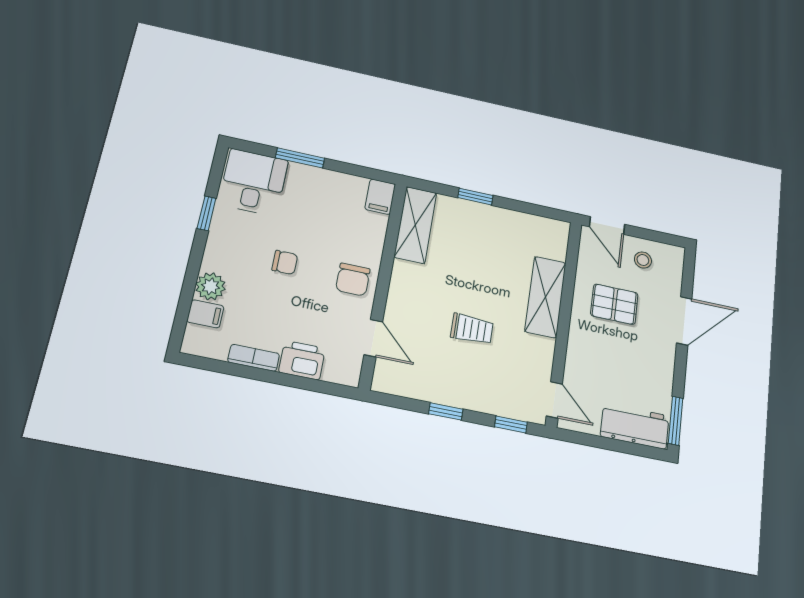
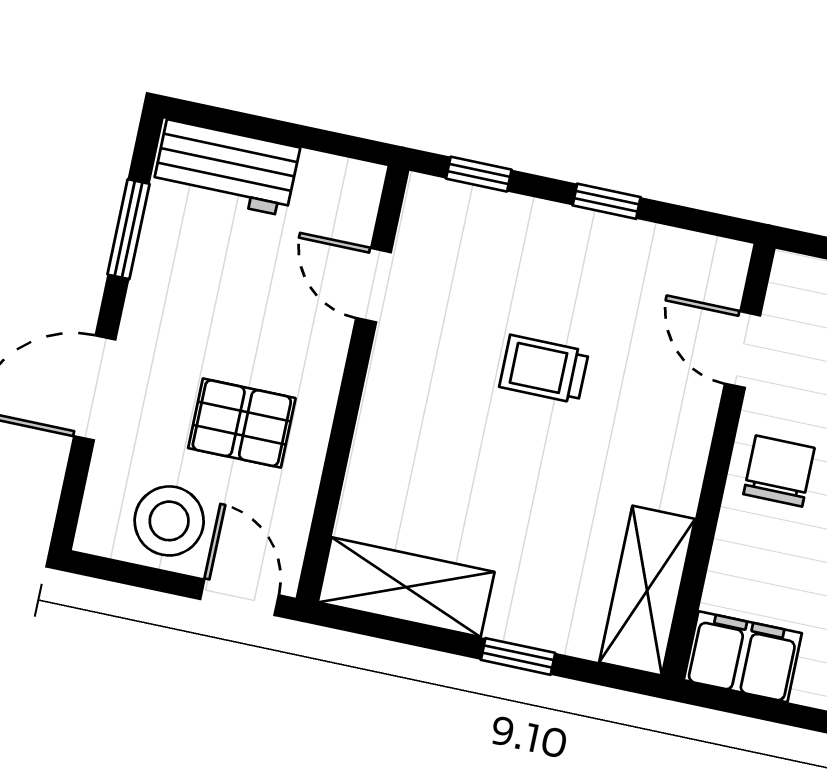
filing cabinet: (380, 197) -> (743, 657), width x2.00
stool: (643, 260) -> (169, 521), width x1.89, depth x1.89
shelving: (545, 297) -> (406, 587), moved, turned 90
door: (554, 400) -> (374, 285), moved
window: (676, 421) -> (128, 229), moved

